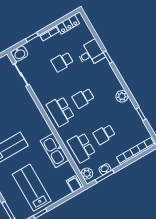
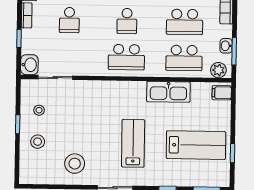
school desk: (104, 134) -> (185, 22), width x1.85
lab bench: (32, 188) -> (196, 145), turned 180

